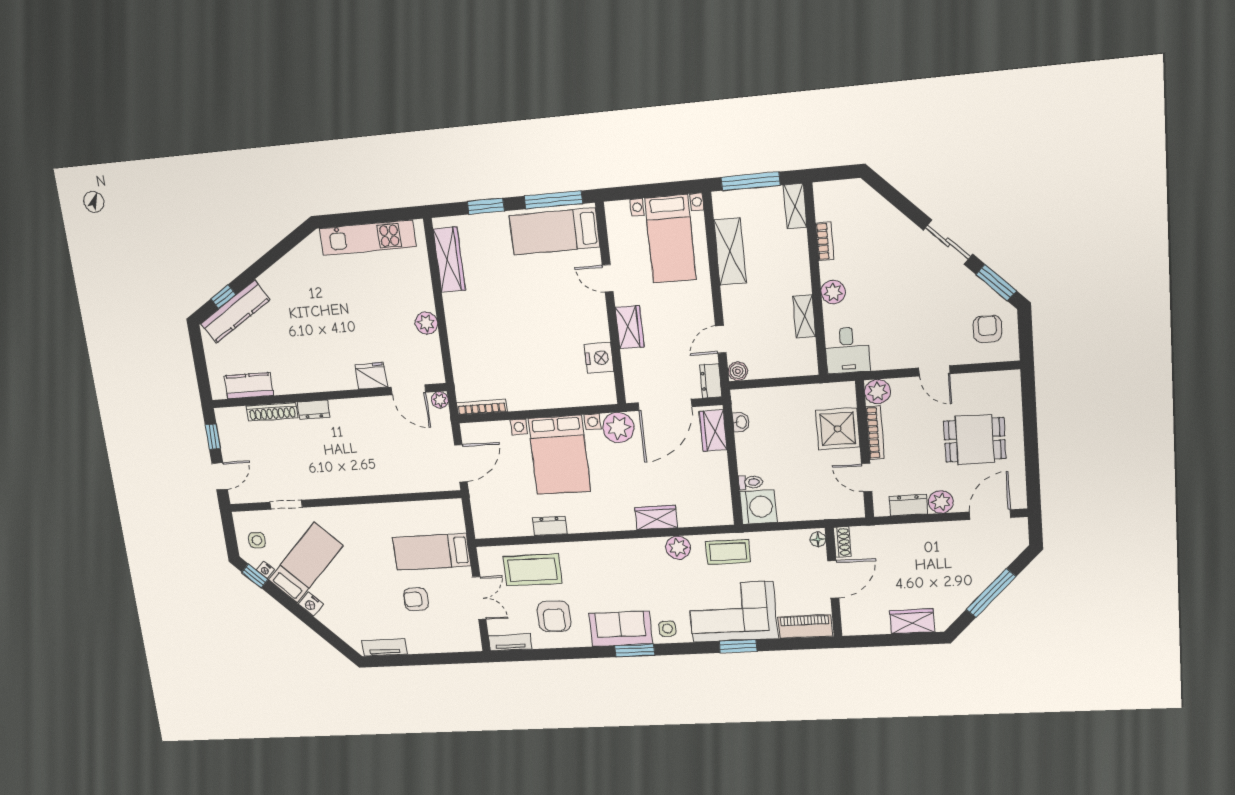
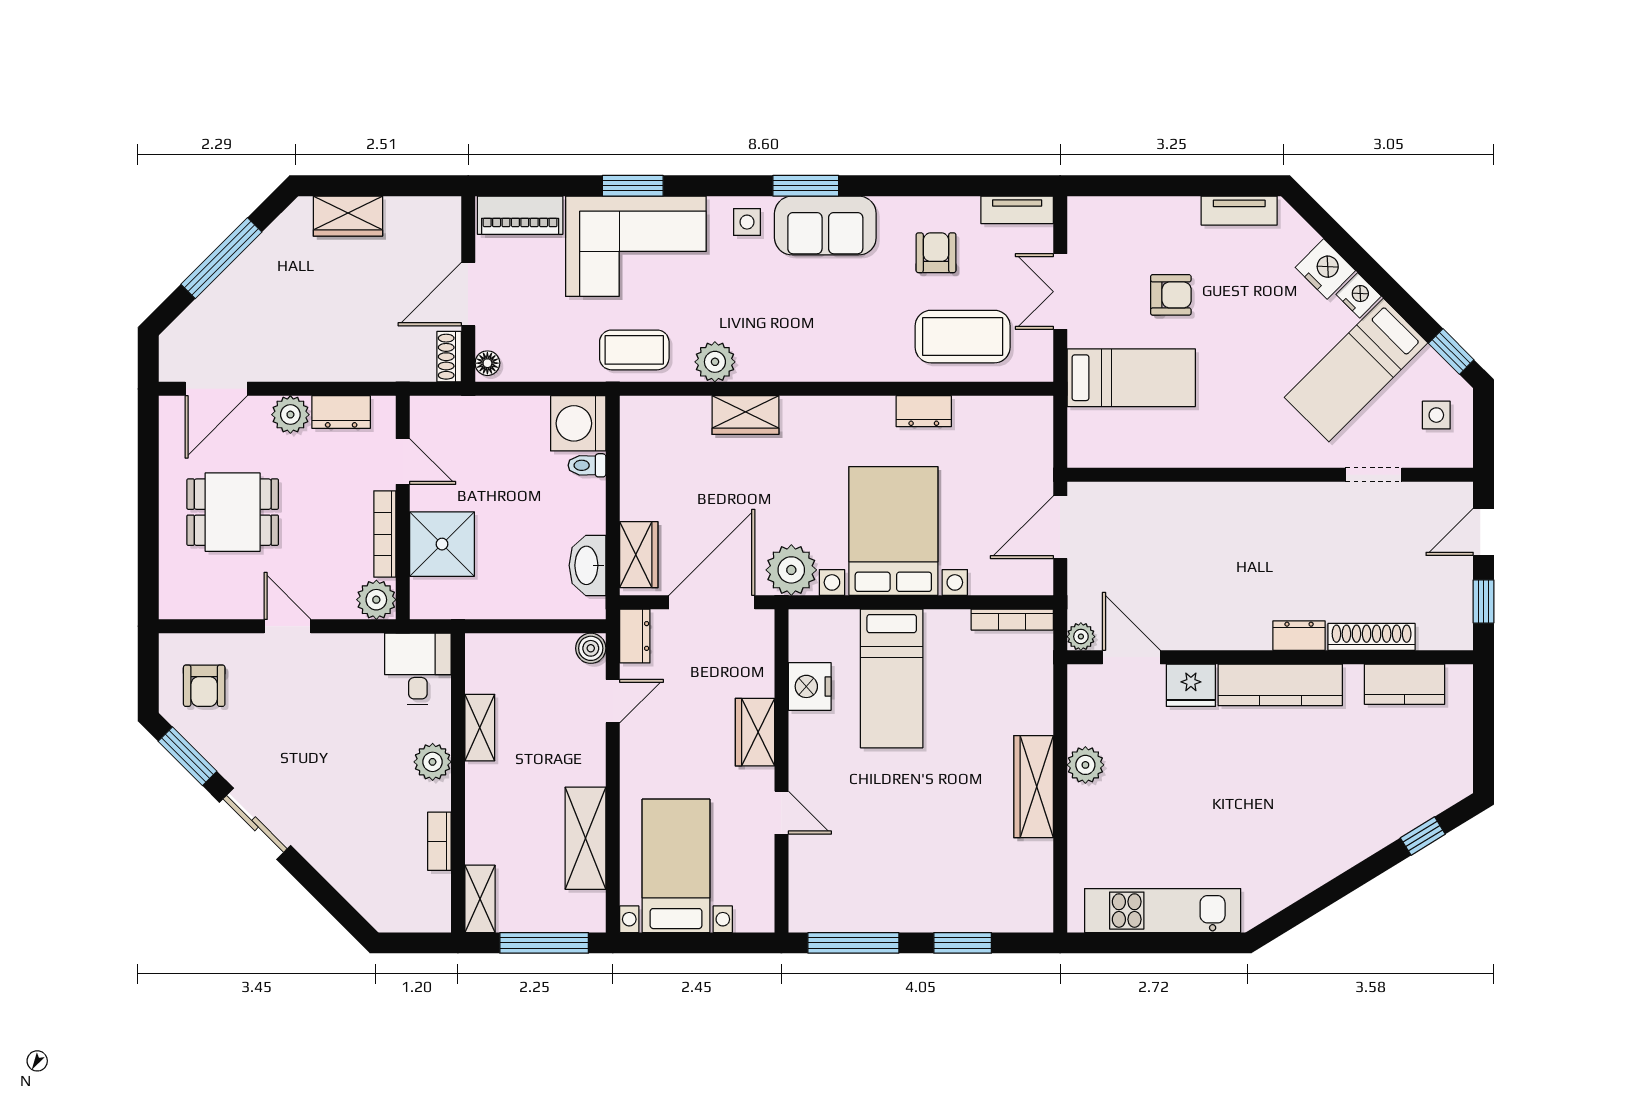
bed: (554, 231) -> (892, 678), moved, turned 90
wardrobe: (449, 260) -> (1034, 787), moved
kitchen counter: (235, 312) -> (1280, 685), moved, turned -148
washbasin: (741, 422) -> (587, 565), width x1.91, depth x1.45
nightstand: (265, 570) -> (1325, 269), moved, width x1.89, depth x1.79
armchair: (554, 616) -> (936, 253), width x0.72, depth x0.72

